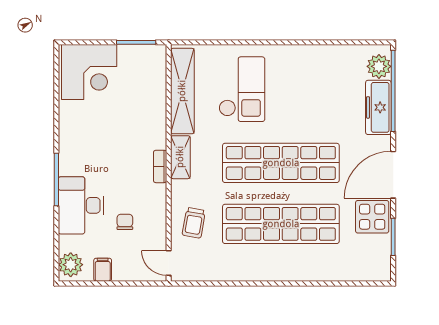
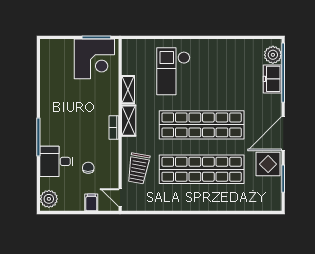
corner desk: (89, 72) -> (94, 59), moved
checkout: (242, 89) -> (173, 71), turned 180
shelving: (182, 91) -> (128, 90), width x0.45, depth x0.75
freezer: (378, 107) -> (272, 79), width x0.71
desk: (81, 205) -> (56, 161), width x0.73
trolley: (194, 223) -> (138, 168), width x1.36, depth x1.39
filing cabinet: (103, 270) -> (91, 202), moved

